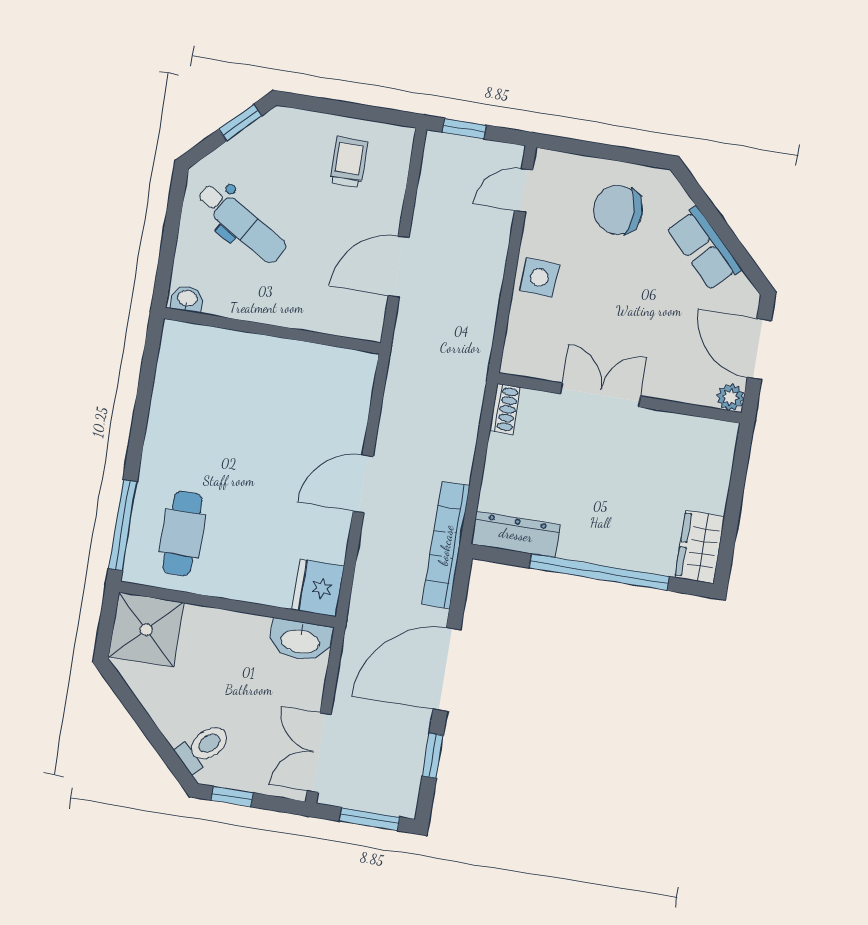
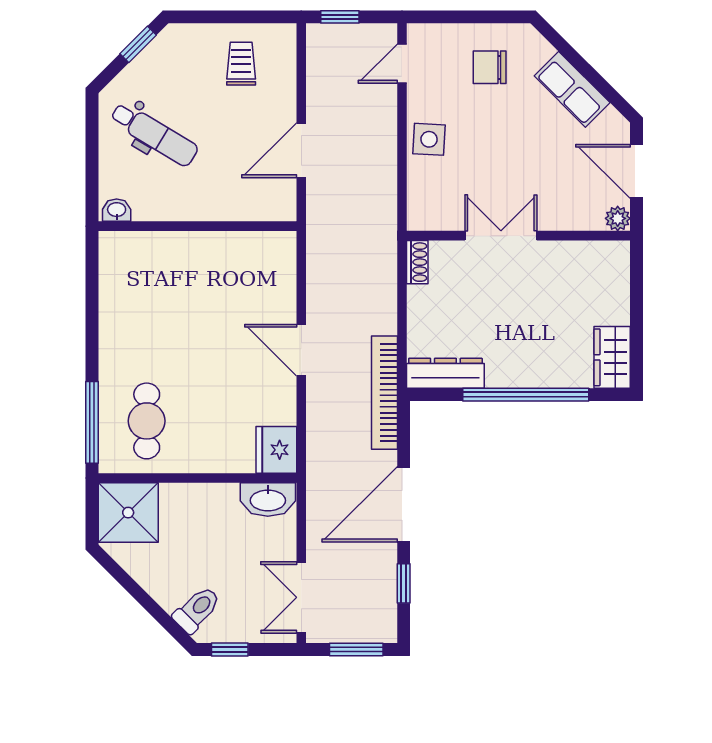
chair: (618, 210) -> (490, 67), width x0.73, depth x0.73
door: (363, 484) -> (301, 350), hinge flipped

